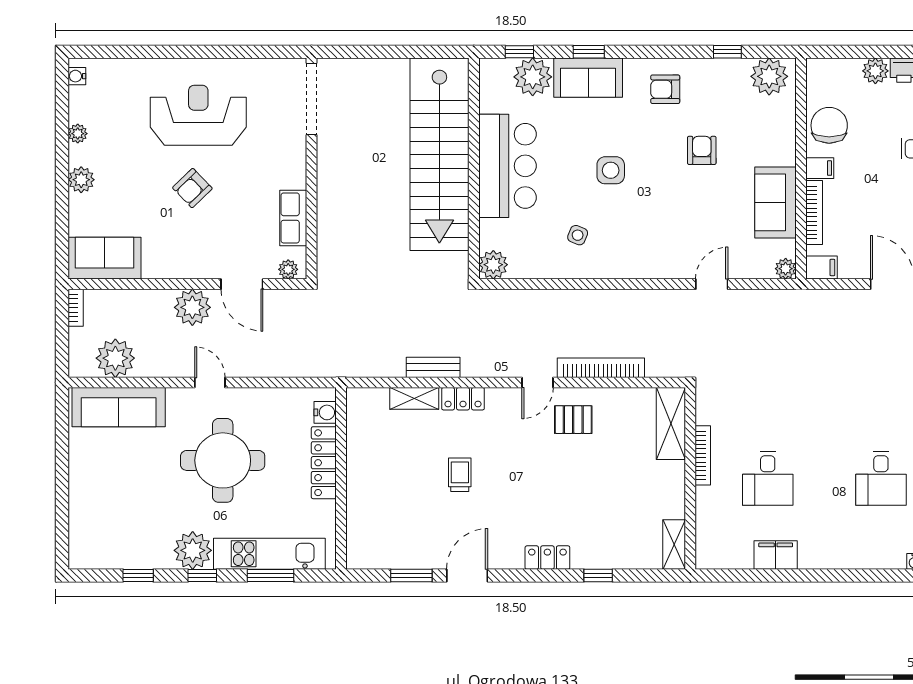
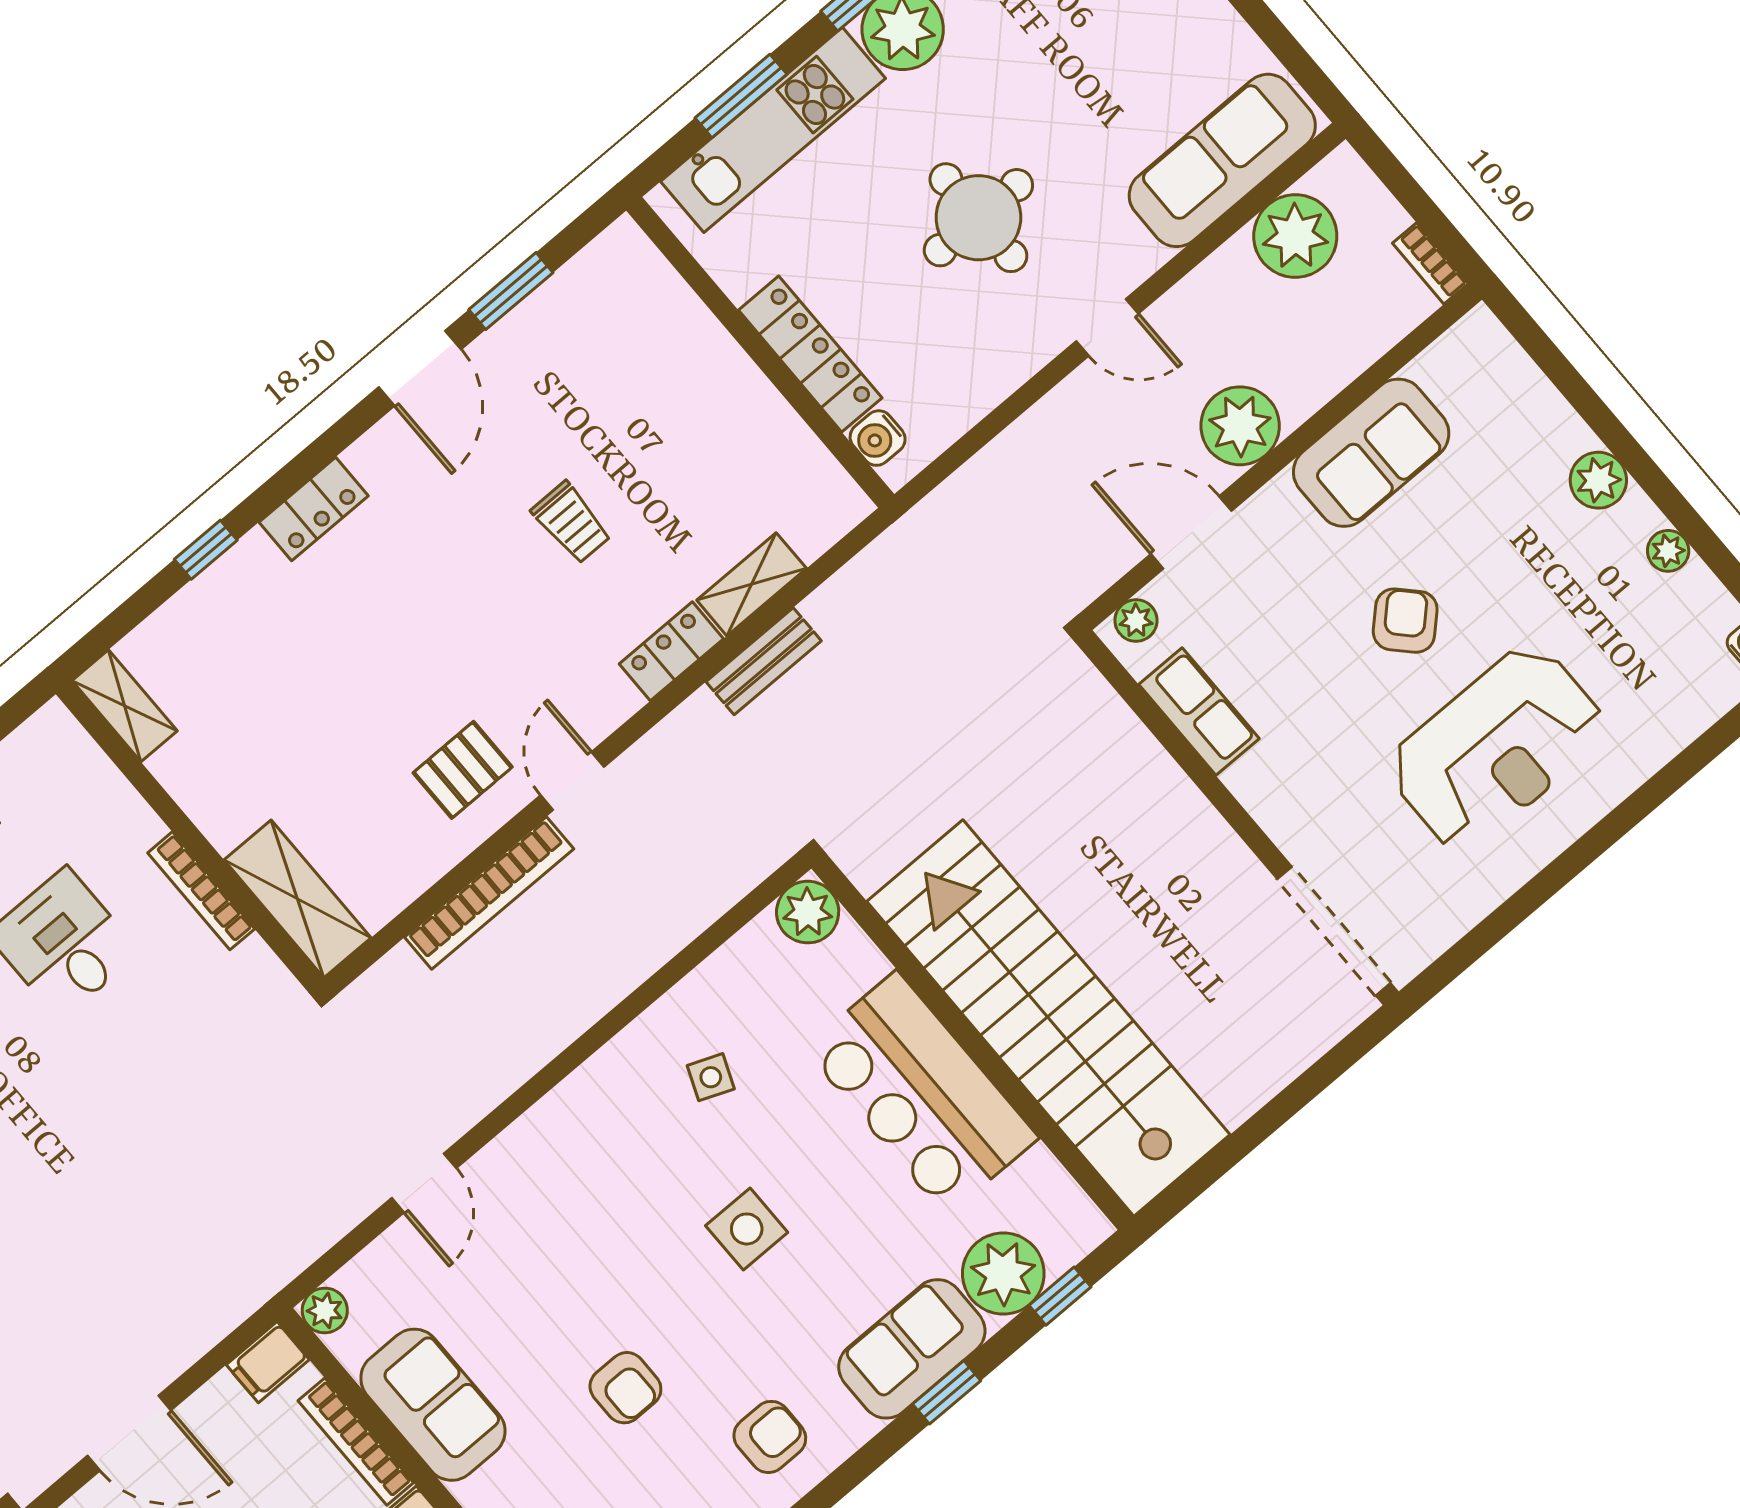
sofa: (105, 258) -> (1371, 453), moved
round table: (223, 460) -> (978, 218), width x0.73, depth x0.73

